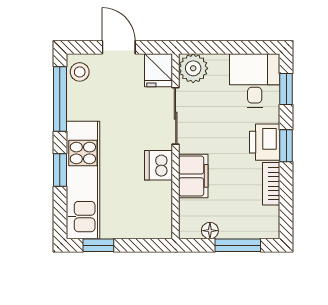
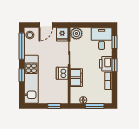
door: (119, 47) -> (46, 25), swing flipped
window: (98, 245) -> (54, 106), moved

